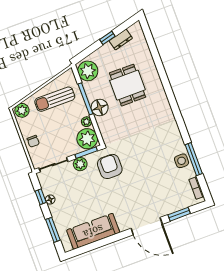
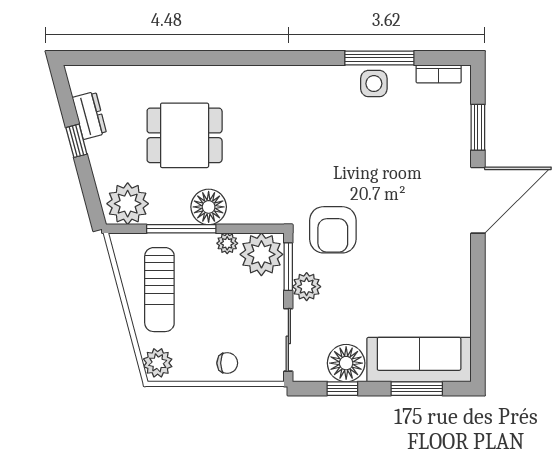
armchair: (110, 166) -> (333, 230), turned -90
floor lamp: (50, 200) -> (346, 363), width x1.89, depth x1.89
sofa: (93, 231) -> (419, 360), moved, turned 90

